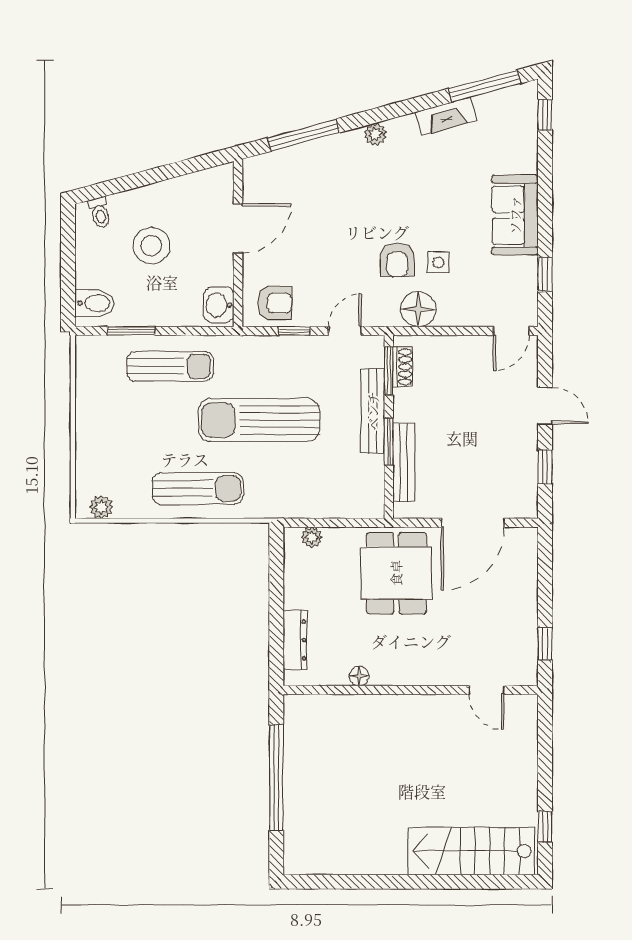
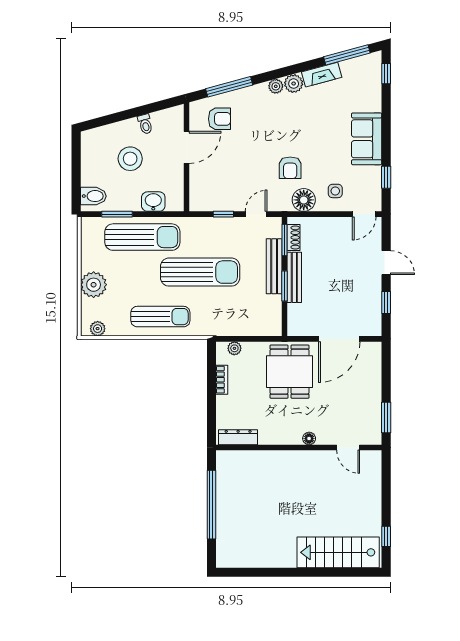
plant: (403, 130) -> (294, 84), added
toilet: (100, 213) -> (145, 124), moved
side table: (438, 262) -> (335, 191), moved
armchair: (275, 303) -> (220, 119), moved
washbasin: (219, 305) -> (153, 202), moved, turned 90
sun lounger: (170, 366) -> (142, 237), width x1.36, depth x1.34
sun lounger: (259, 420) -> (200, 272), turned 180
plant: (95, 439) -> (94, 285), added
bench: (404, 462) -> (294, 277), moved
bookcase: (292, 586) -> (222, 380), added
dresser: (295, 640) -> (238, 437), moved, turned -90
window: (545, 644) -> (386, 418), width x1.50
floor lamp: (359, 676) -> (309, 438), moved

